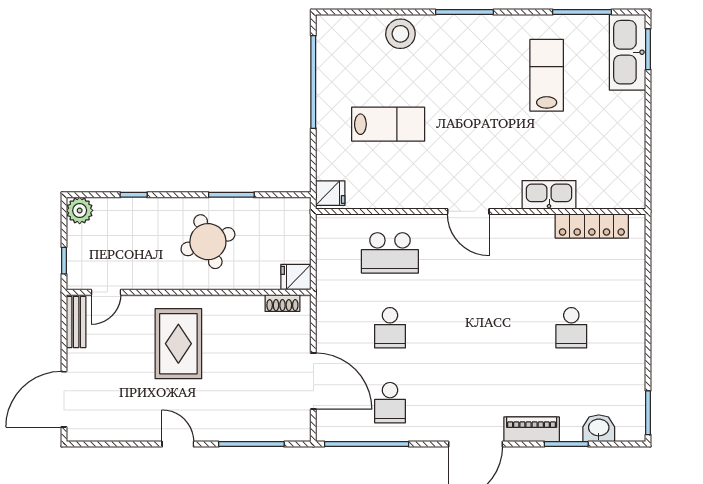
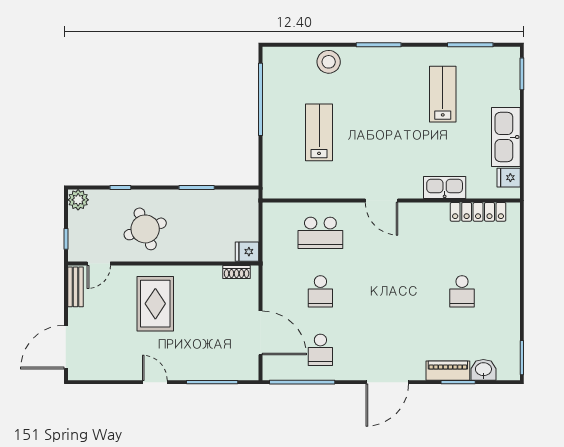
kitchen sink: (627, 52) -> (506, 137), moved
lab bench: (388, 124) -> (319, 132), turned -90
fridge: (330, 193) -> (509, 178), moved, turned 180
round table: (208, 242) -> (145, 229), moved
piano: (532, 429) -> (448, 371), moved

